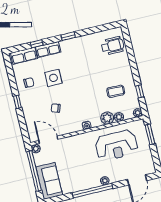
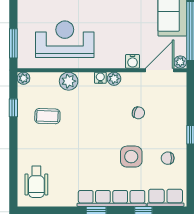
wheelchair: (113, 46) -> (36, 182), turned -90
row of seats: (48, 50) -> (112, 198), width x2.02
plant: (119, 117) -> (114, 79), moved
door: (48, 140) -> (160, 70), swing flipped
water cooler: (68, 141) -> (133, 61), added

